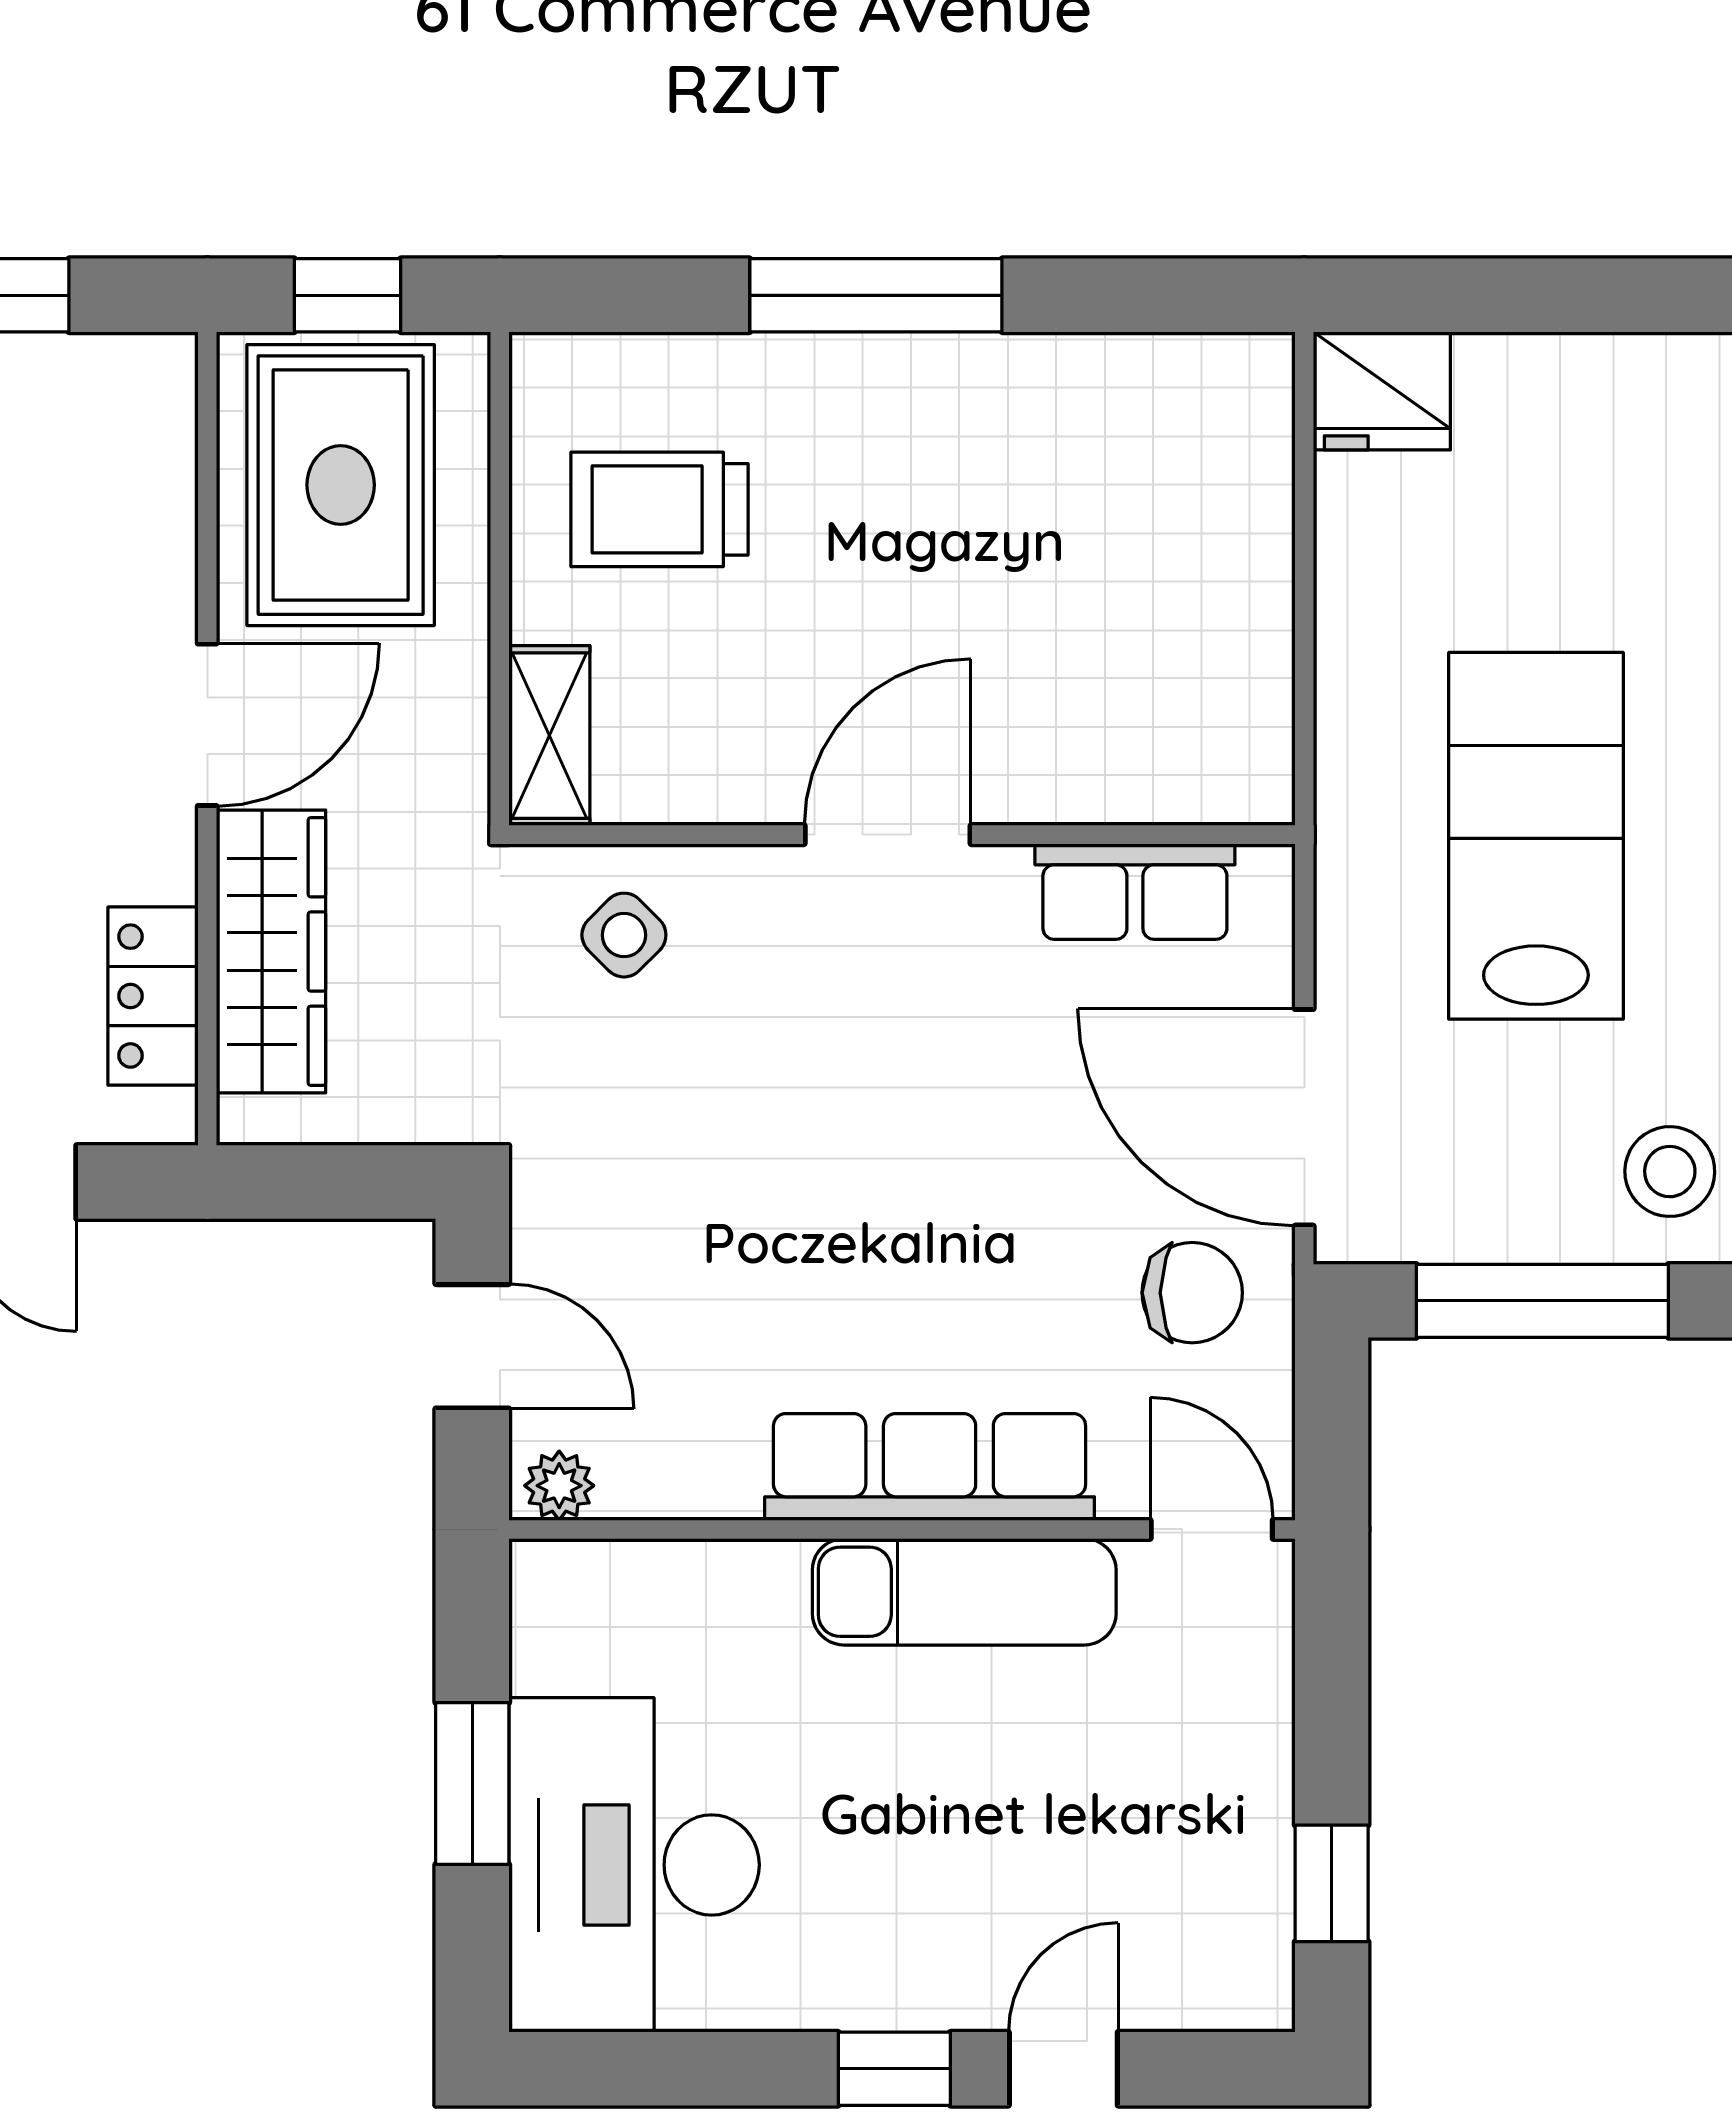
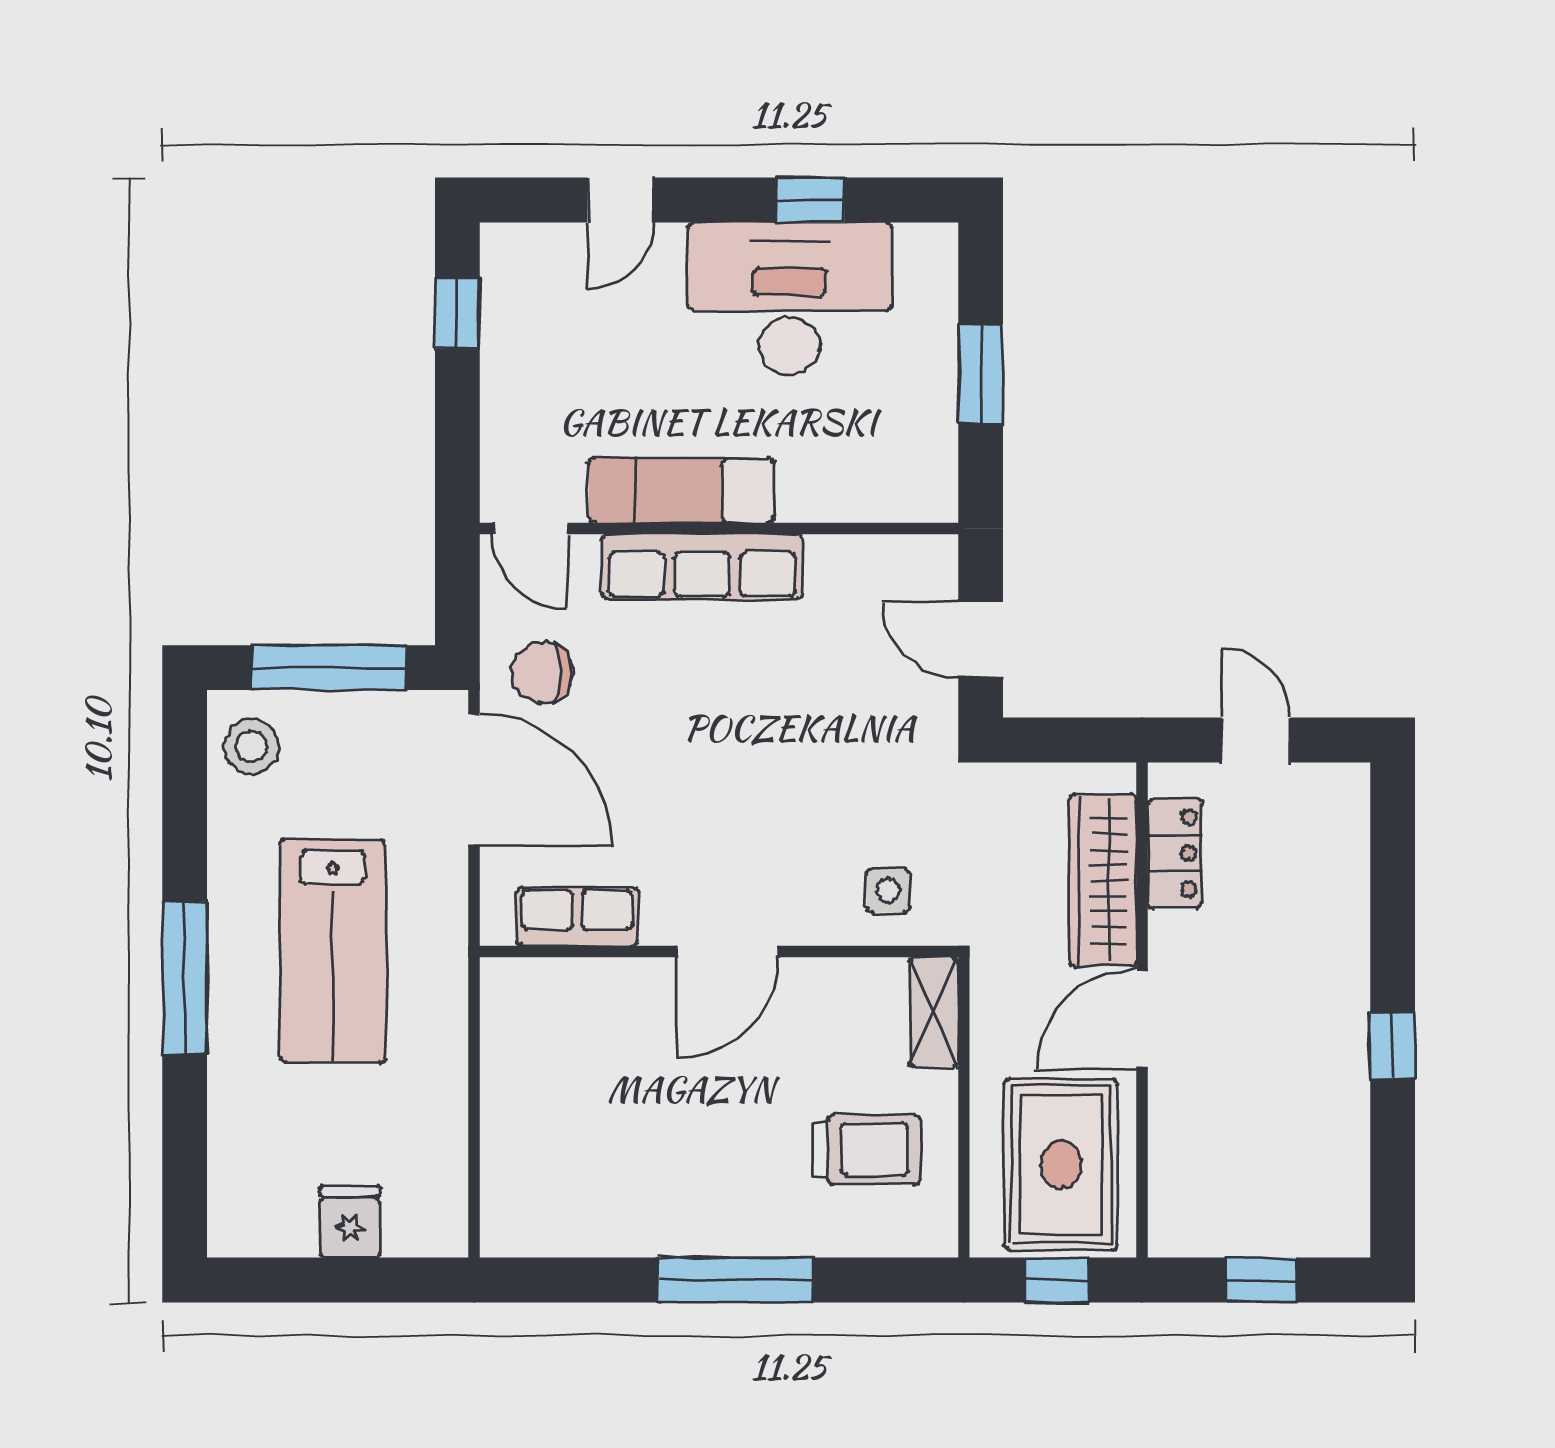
fridge: (1382, 391) -> (350, 1222), moved, width x0.72
side table: (624, 935) -> (888, 890), turned 45
plant: (559, 1486) -> (928, 555), removed
desk: (634, 1865) -> (790, 299), moved, turned -90
window: (894, 2069) -> (810, 200), moved

